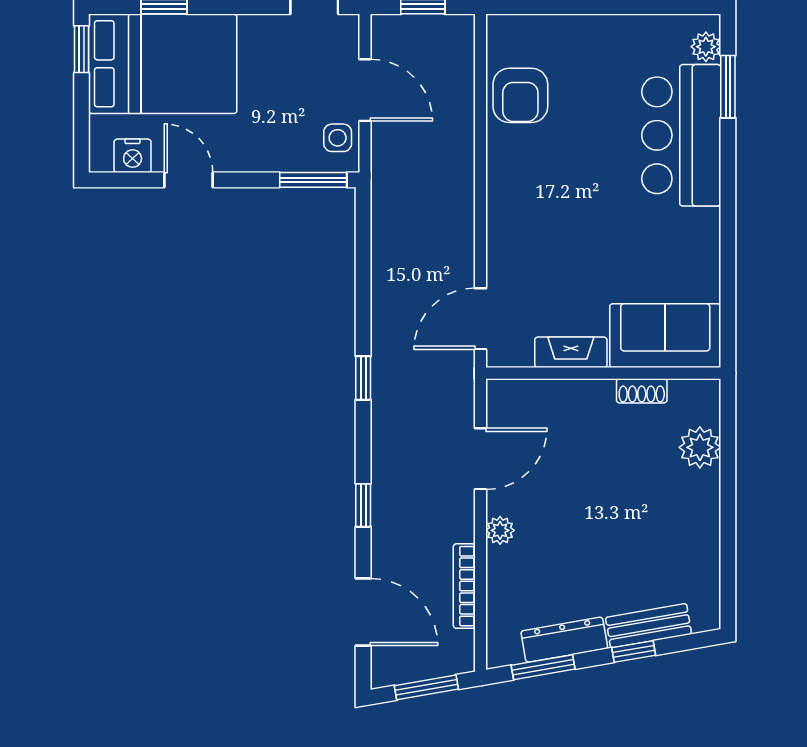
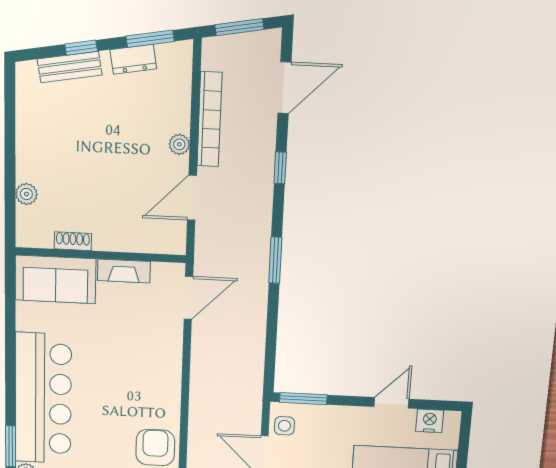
bar counter: (681, 135) -> (43, 399), width x1.36
door: (188, 180) -> (392, 403), swing flipped
window: (363, 378) -> (275, 260), width x1.50
plant: (700, 447) -> (26, 194), width x0.73, depth x0.73
bookcase: (464, 586) -> (209, 119), width x1.48, depth x1.31
door: (363, 612) -> (284, 88), swing flipped
dresser: (564, 640) -> (133, 59), width x0.70

